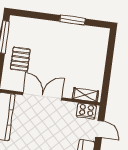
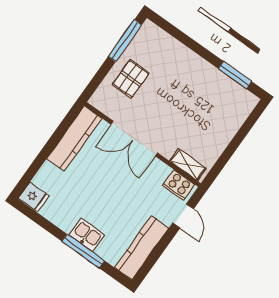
window: (72, 20) -> (235, 75), moved
double door: (42, 96) -> (134, 139), swing flipped

